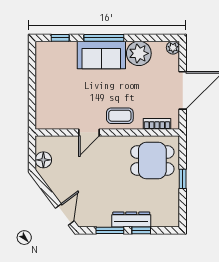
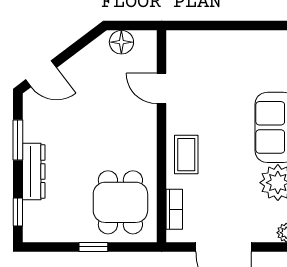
door: (89, 133) -> (162, 88), moved
window: (141, 230) -> (18, 212), moved

